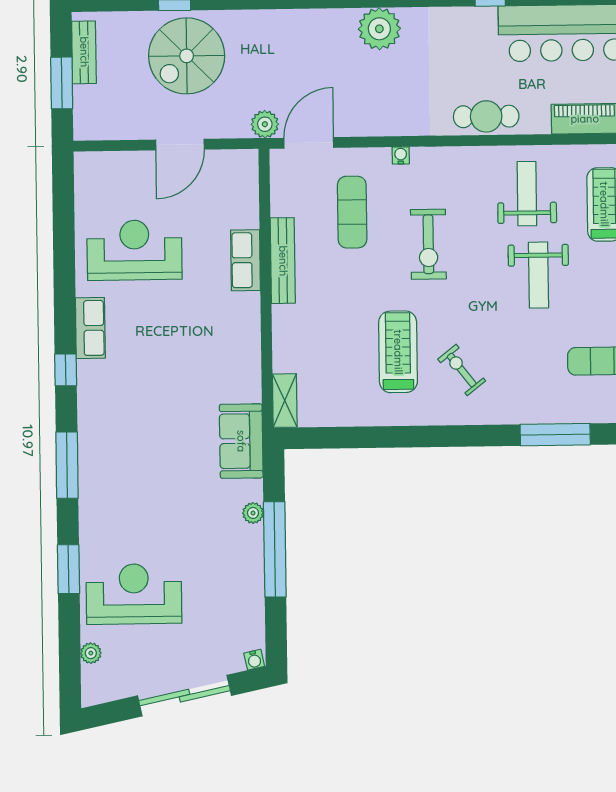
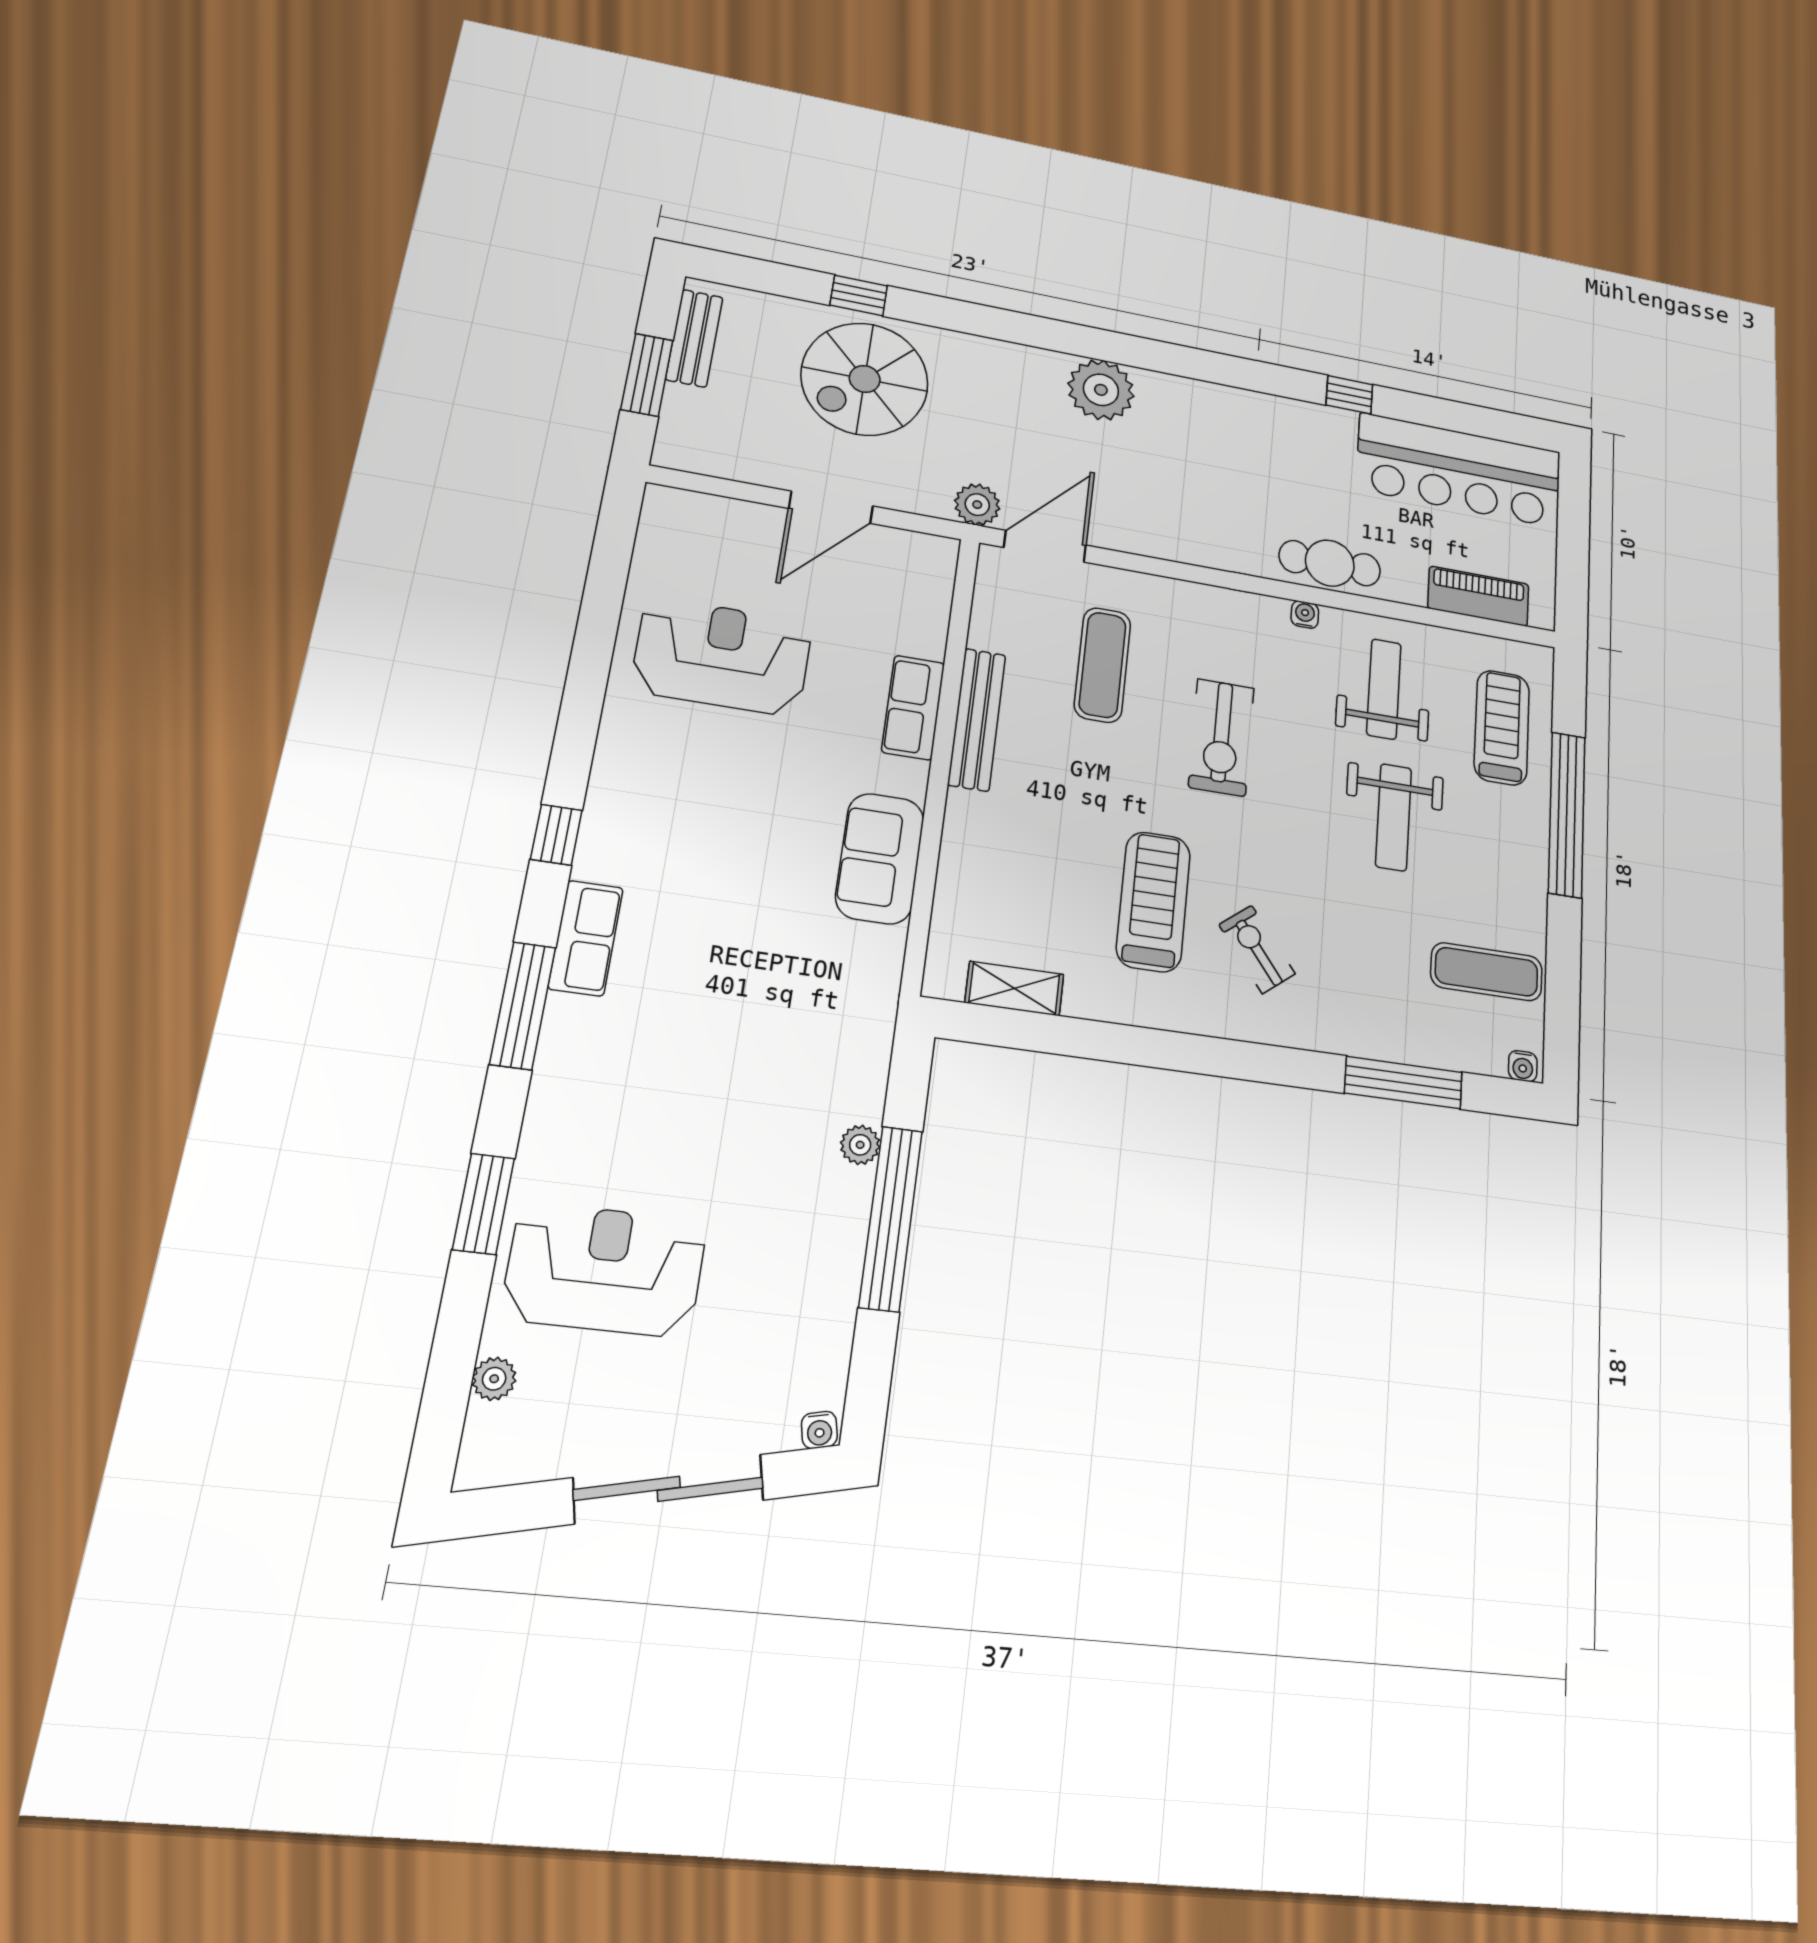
plant: (379, 29) -> (1101, 390), moved
water cooler: (401, 155) -> (1305, 615), moved
row of seats: (90, 328) -> (586, 938), moved
shelving: (285, 401) -> (1014, 988), moved, turned 90
sofa: (241, 441) -> (880, 858), moved

